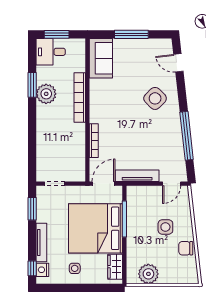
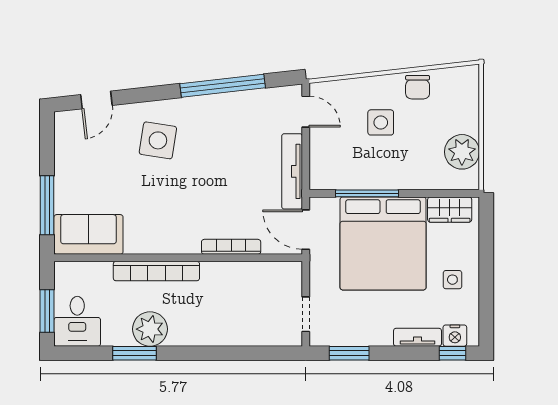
window: (131, 34) -> (47, 205), moved
side table: (155, 98) -> (158, 140), turned -36
tv unit: (41, 243) -> (418, 337), width x0.71

